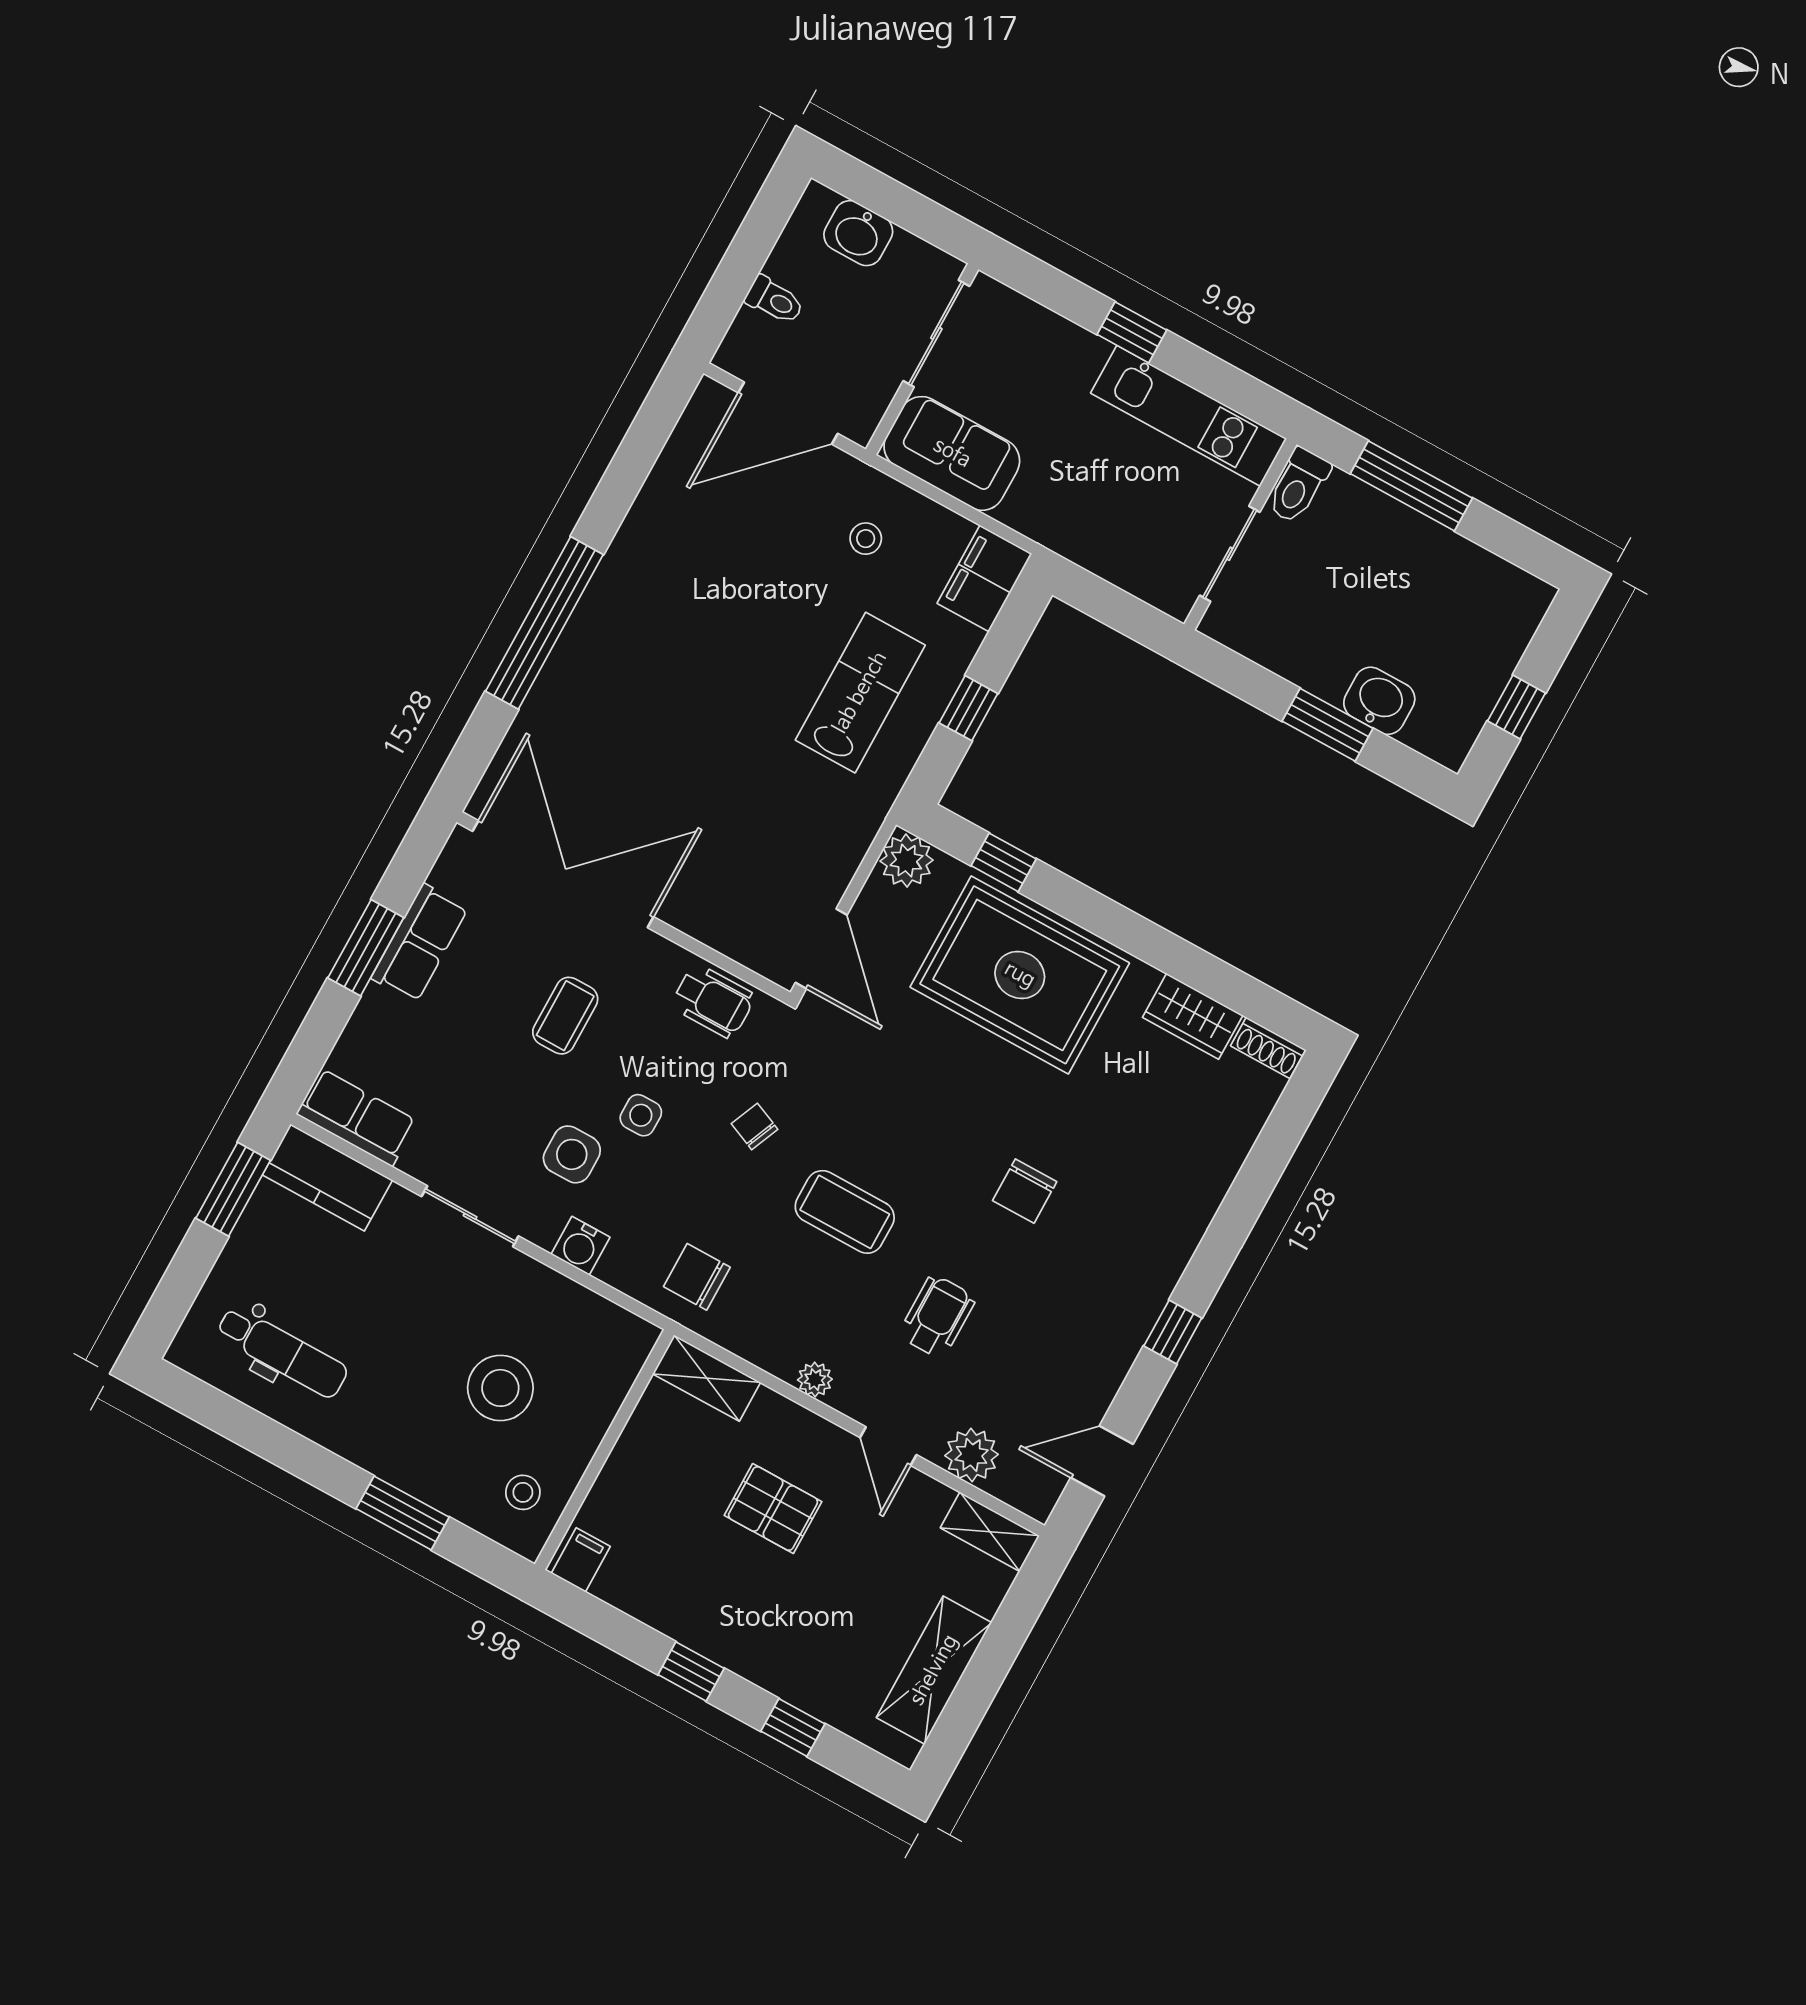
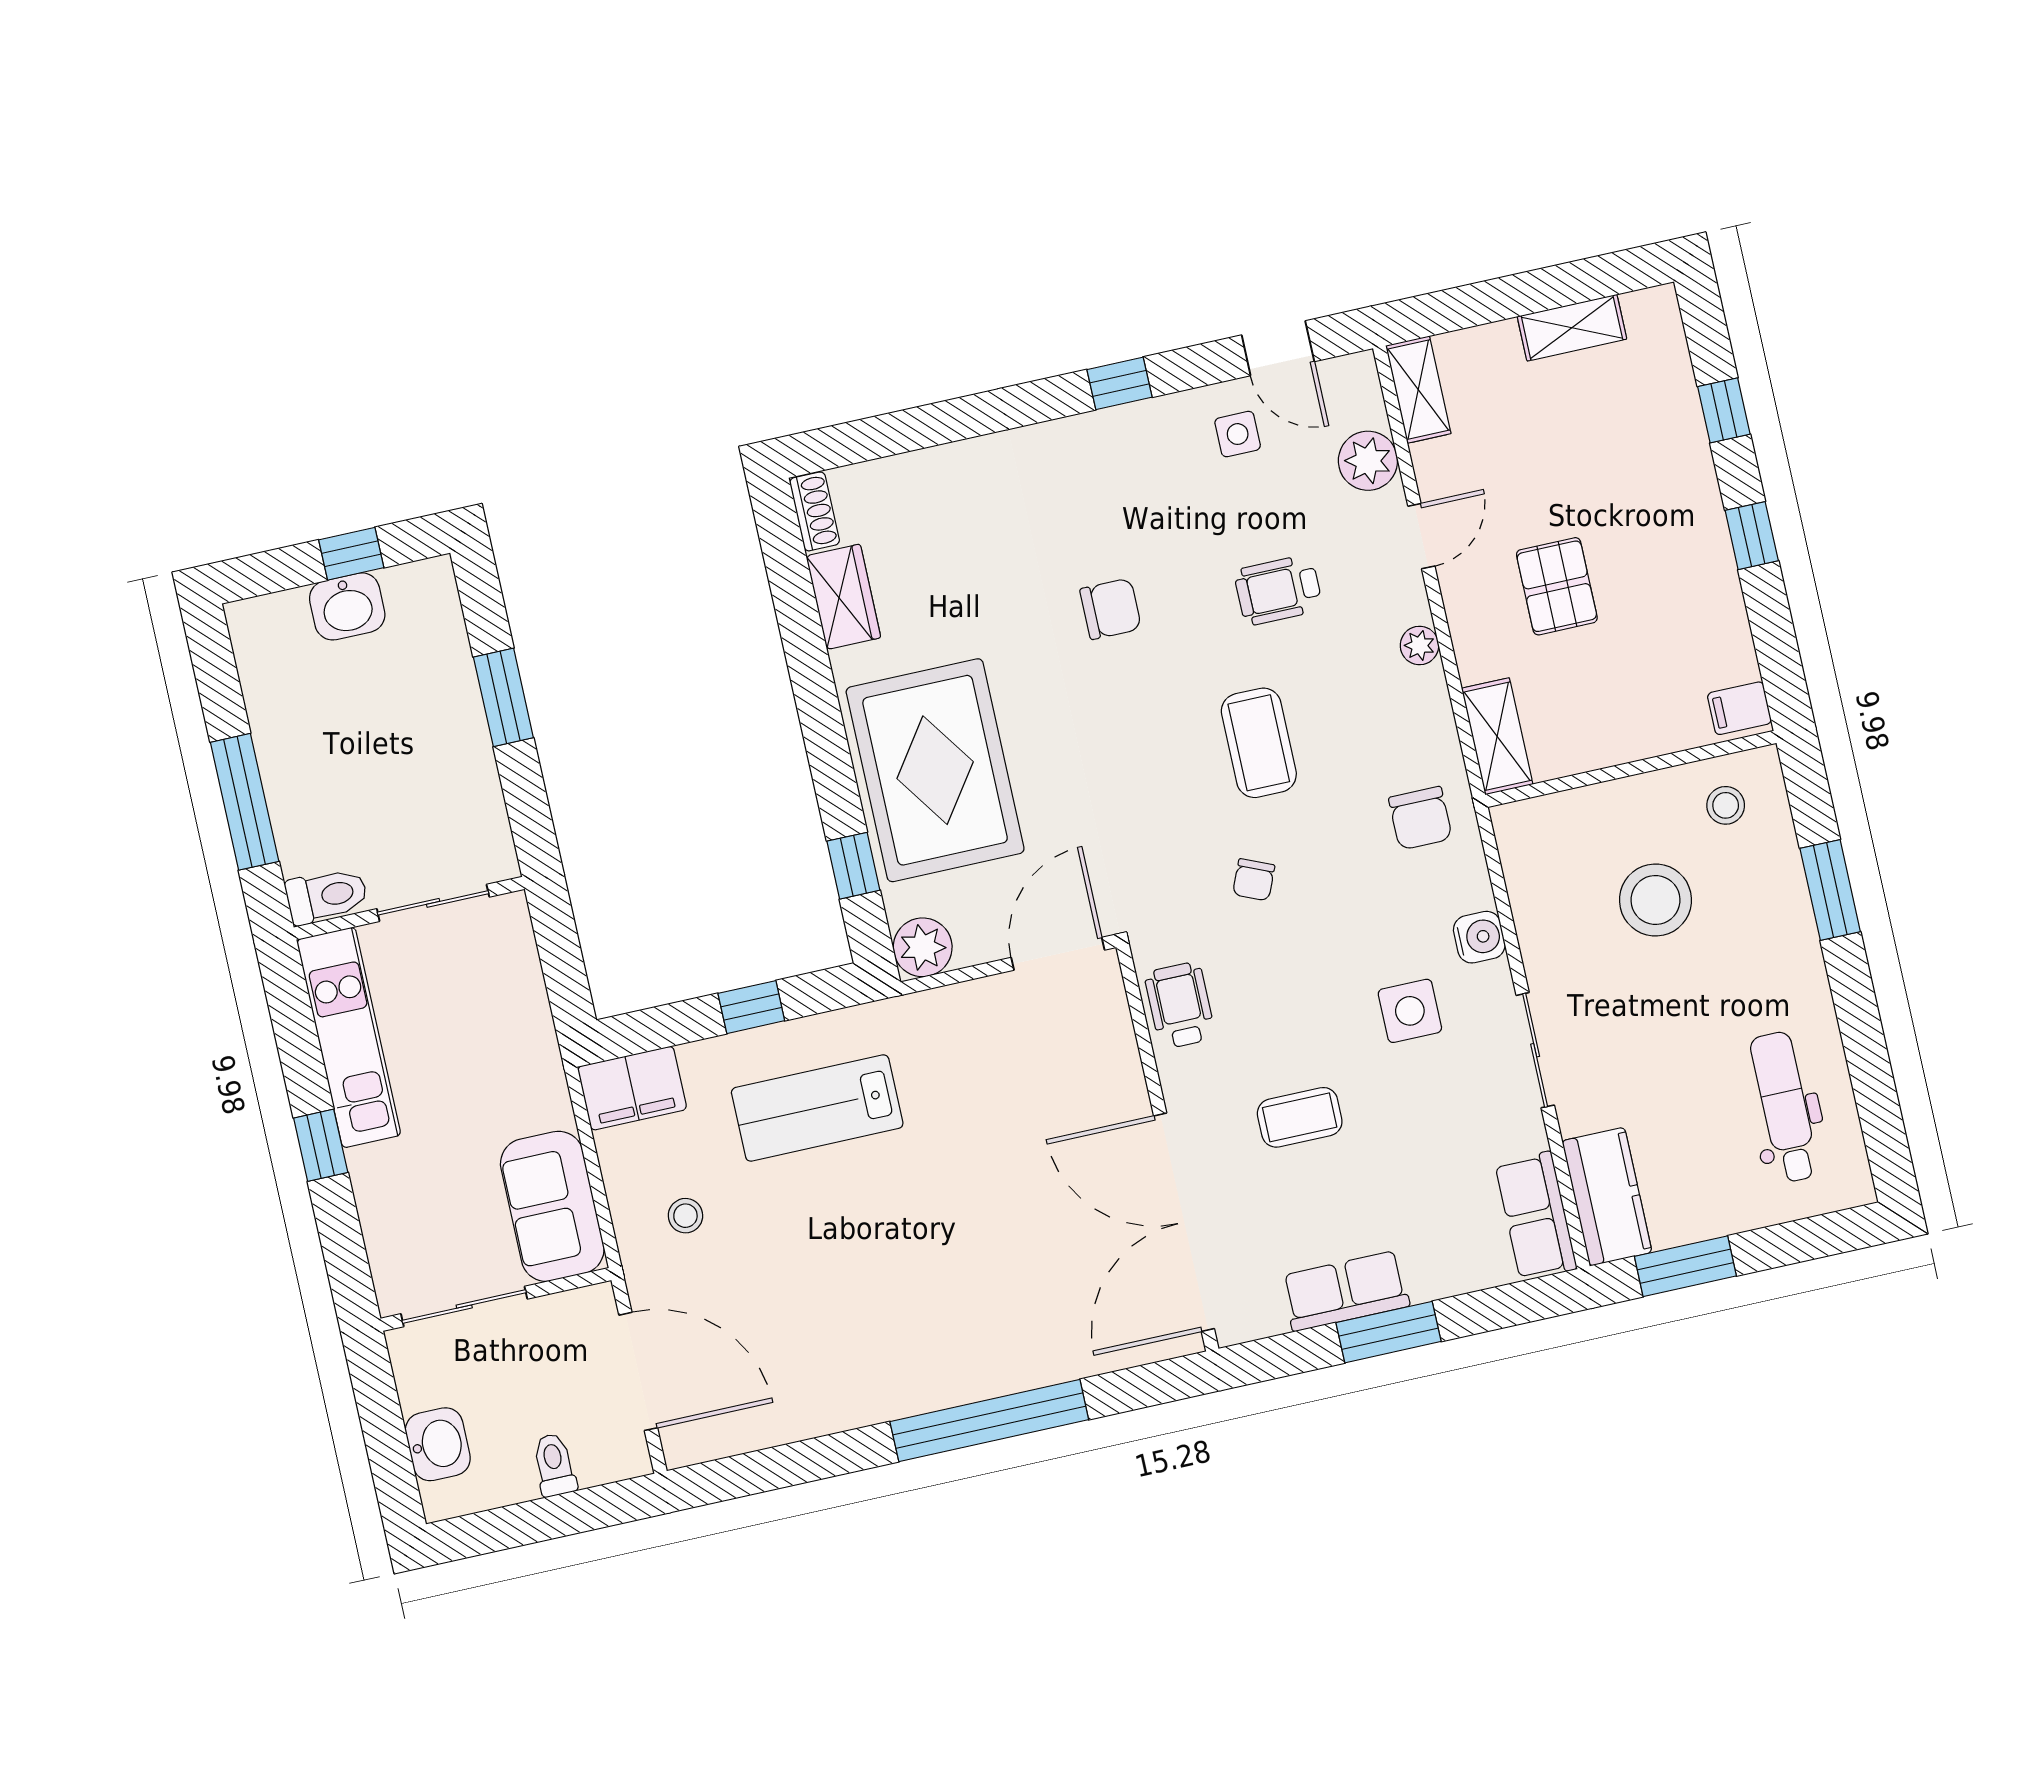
washbasin: (1379, 701) -> (347, 606), moved, turned -90
side table: (641, 1115) -> (1238, 434), moved
shelving: (934, 1670) -> (1572, 328), width x0.67, depth x0.75

